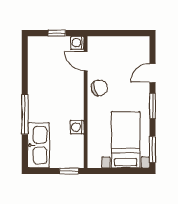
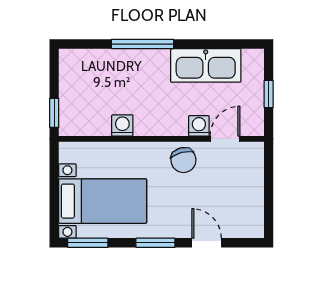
washing machine: (77, 43) -> (199, 126), moved
kitchen sink: (39, 145) -> (206, 65), moved

